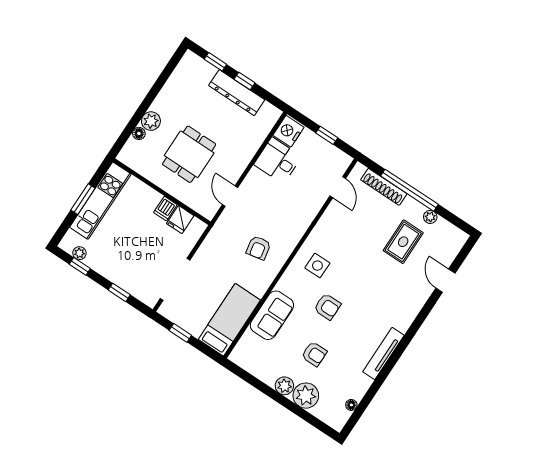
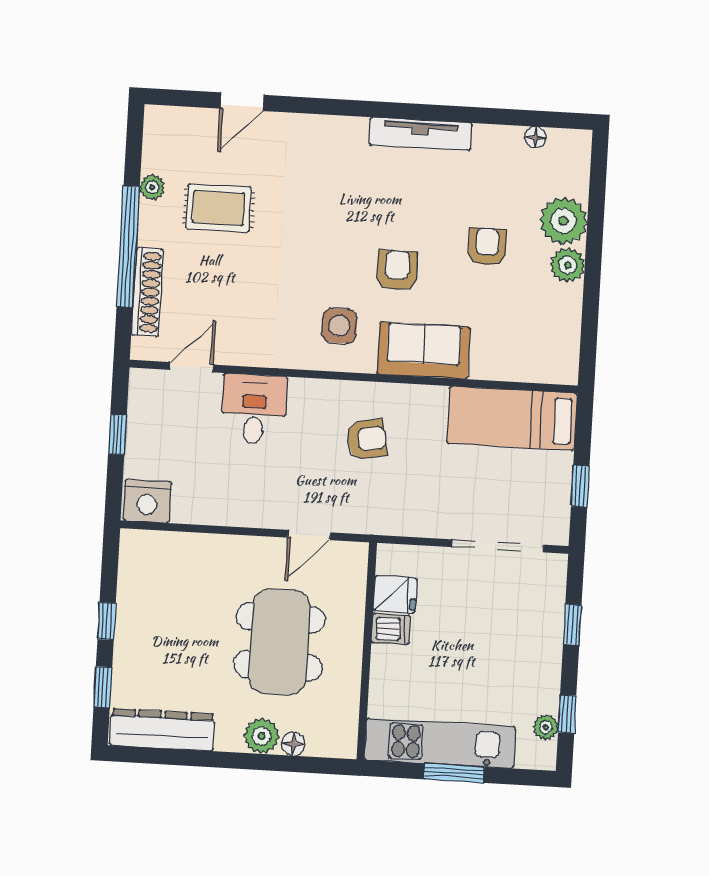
dresser: (237, 93) -> (162, 730), moved, turned -90
dining table: (189, 154) -> (279, 642), width x1.38
desk: (278, 161) -> (254, 409), moved, turned 180
sofa: (272, 315) -> (424, 350), moved

